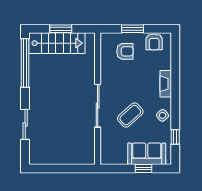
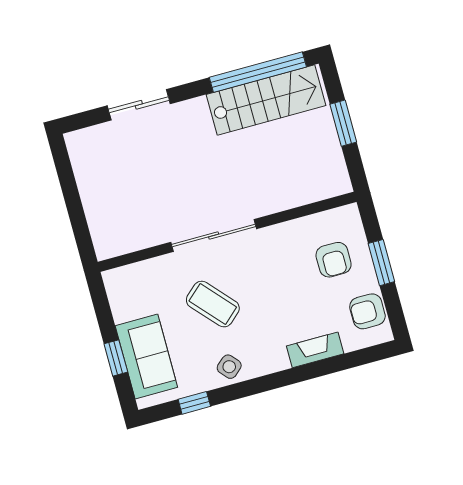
stairs: (57, 43) -> (266, 100), moved, turned -90
fireplace: (166, 84) -> (315, 350), moved

